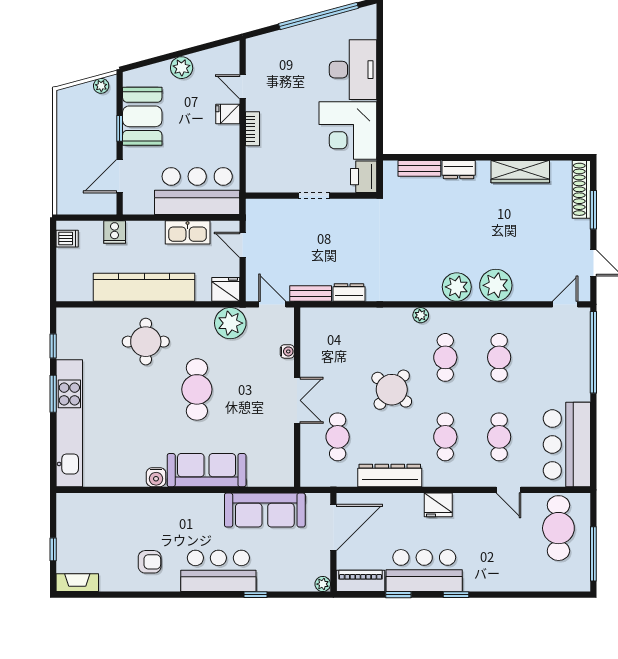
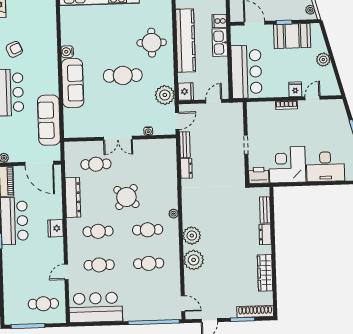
kitchen sink: (188, 232) -> (220, 43), moved
cafe table: (558, 528) -> (43, 304), width x0.73, depth x0.74
armchair: (150, 562) -> (14, 49), turned -114

